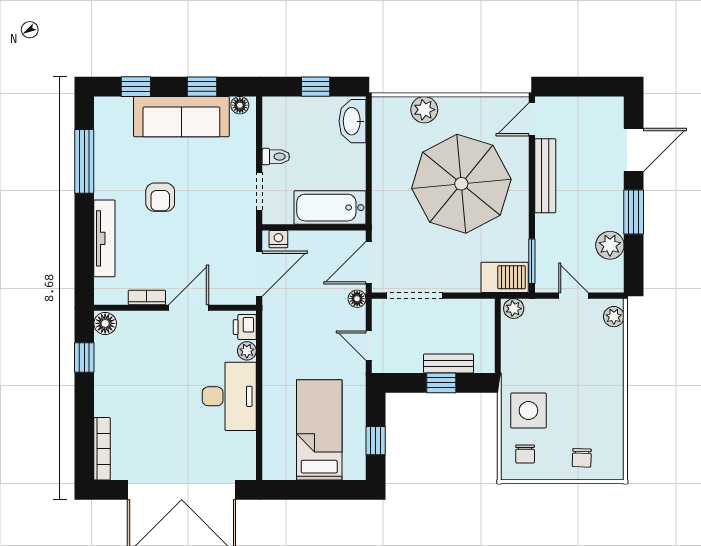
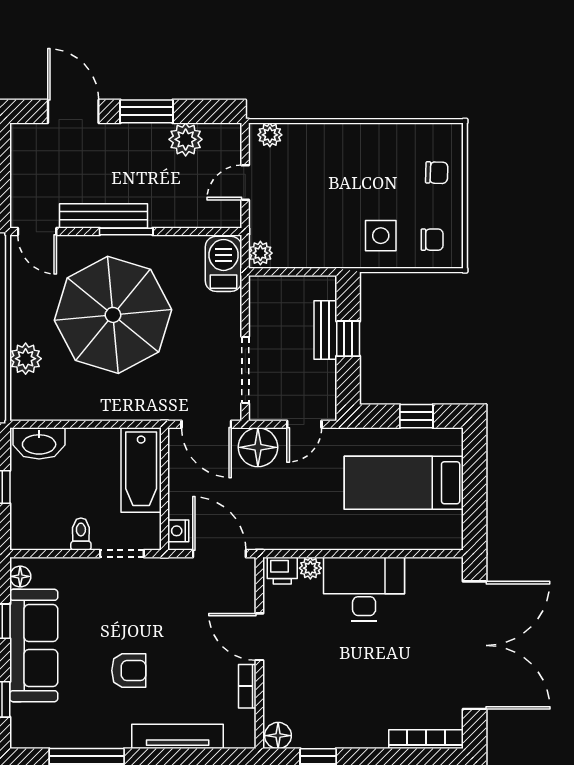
window: (532, 261) -> (126, 232), moved
floor lamp: (357, 299) -> (258, 447), width x1.89, depth x1.89
side table: (528, 410) -> (381, 236), width x0.73, depth x0.73

